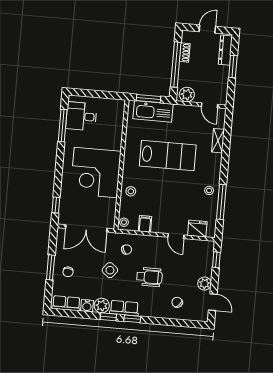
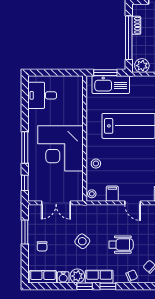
window: (63, 126) -> (25, 148), moved
double door: (86, 228) -> (56, 203), width x0.73
door: (176, 236) -> (133, 203), moved
chair: (127, 250) -> (132, 276), moved
window: (51, 267) -> (25, 232), moved

